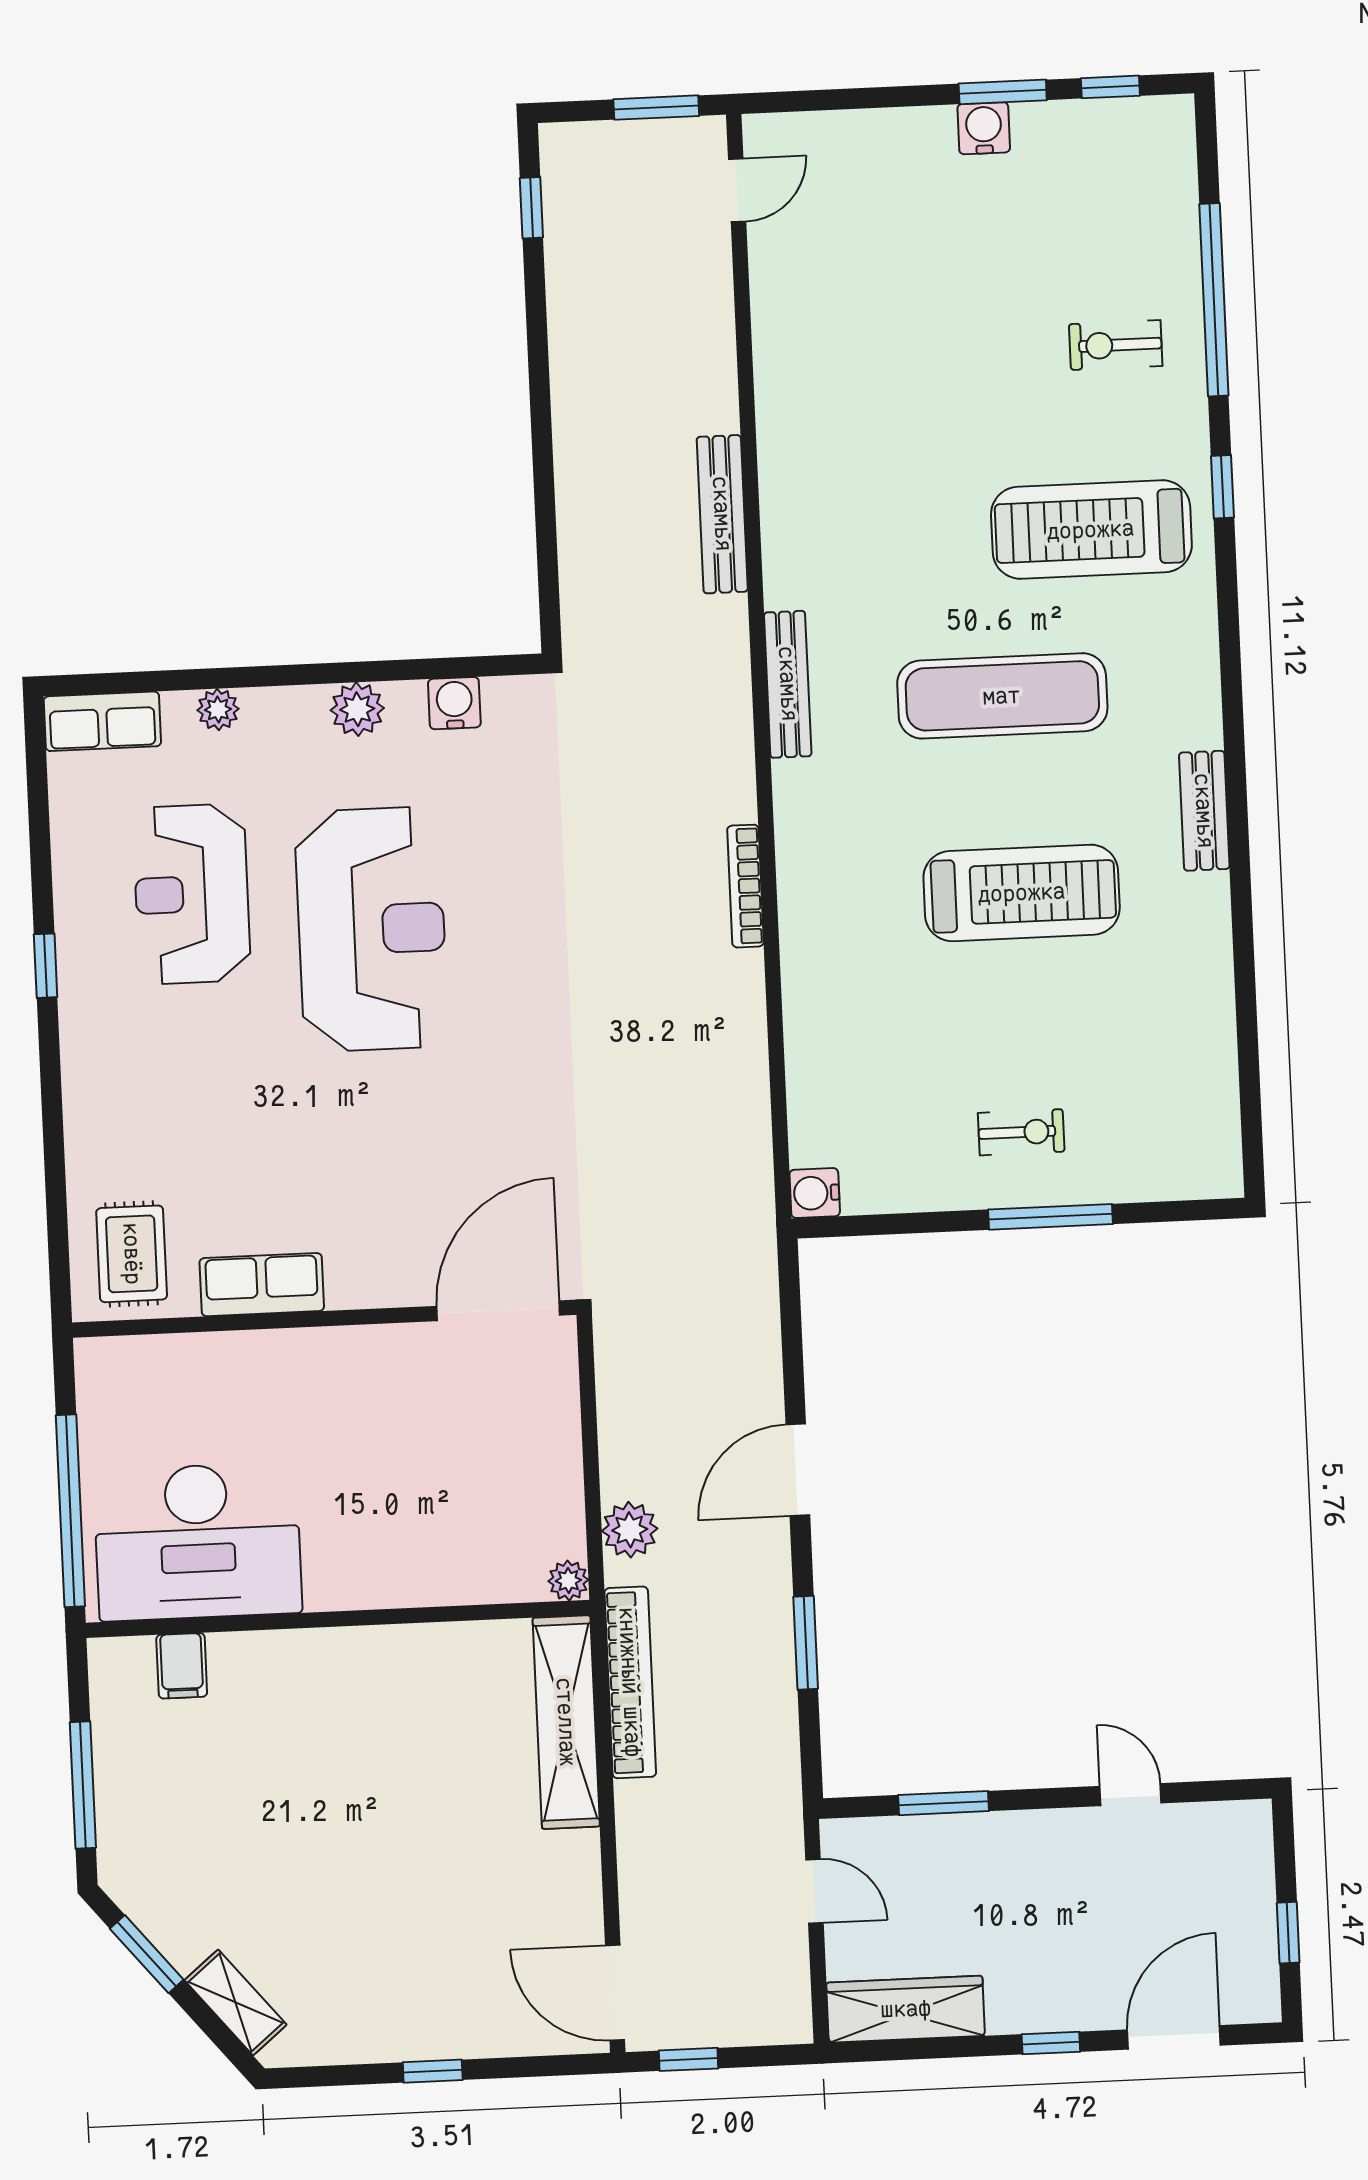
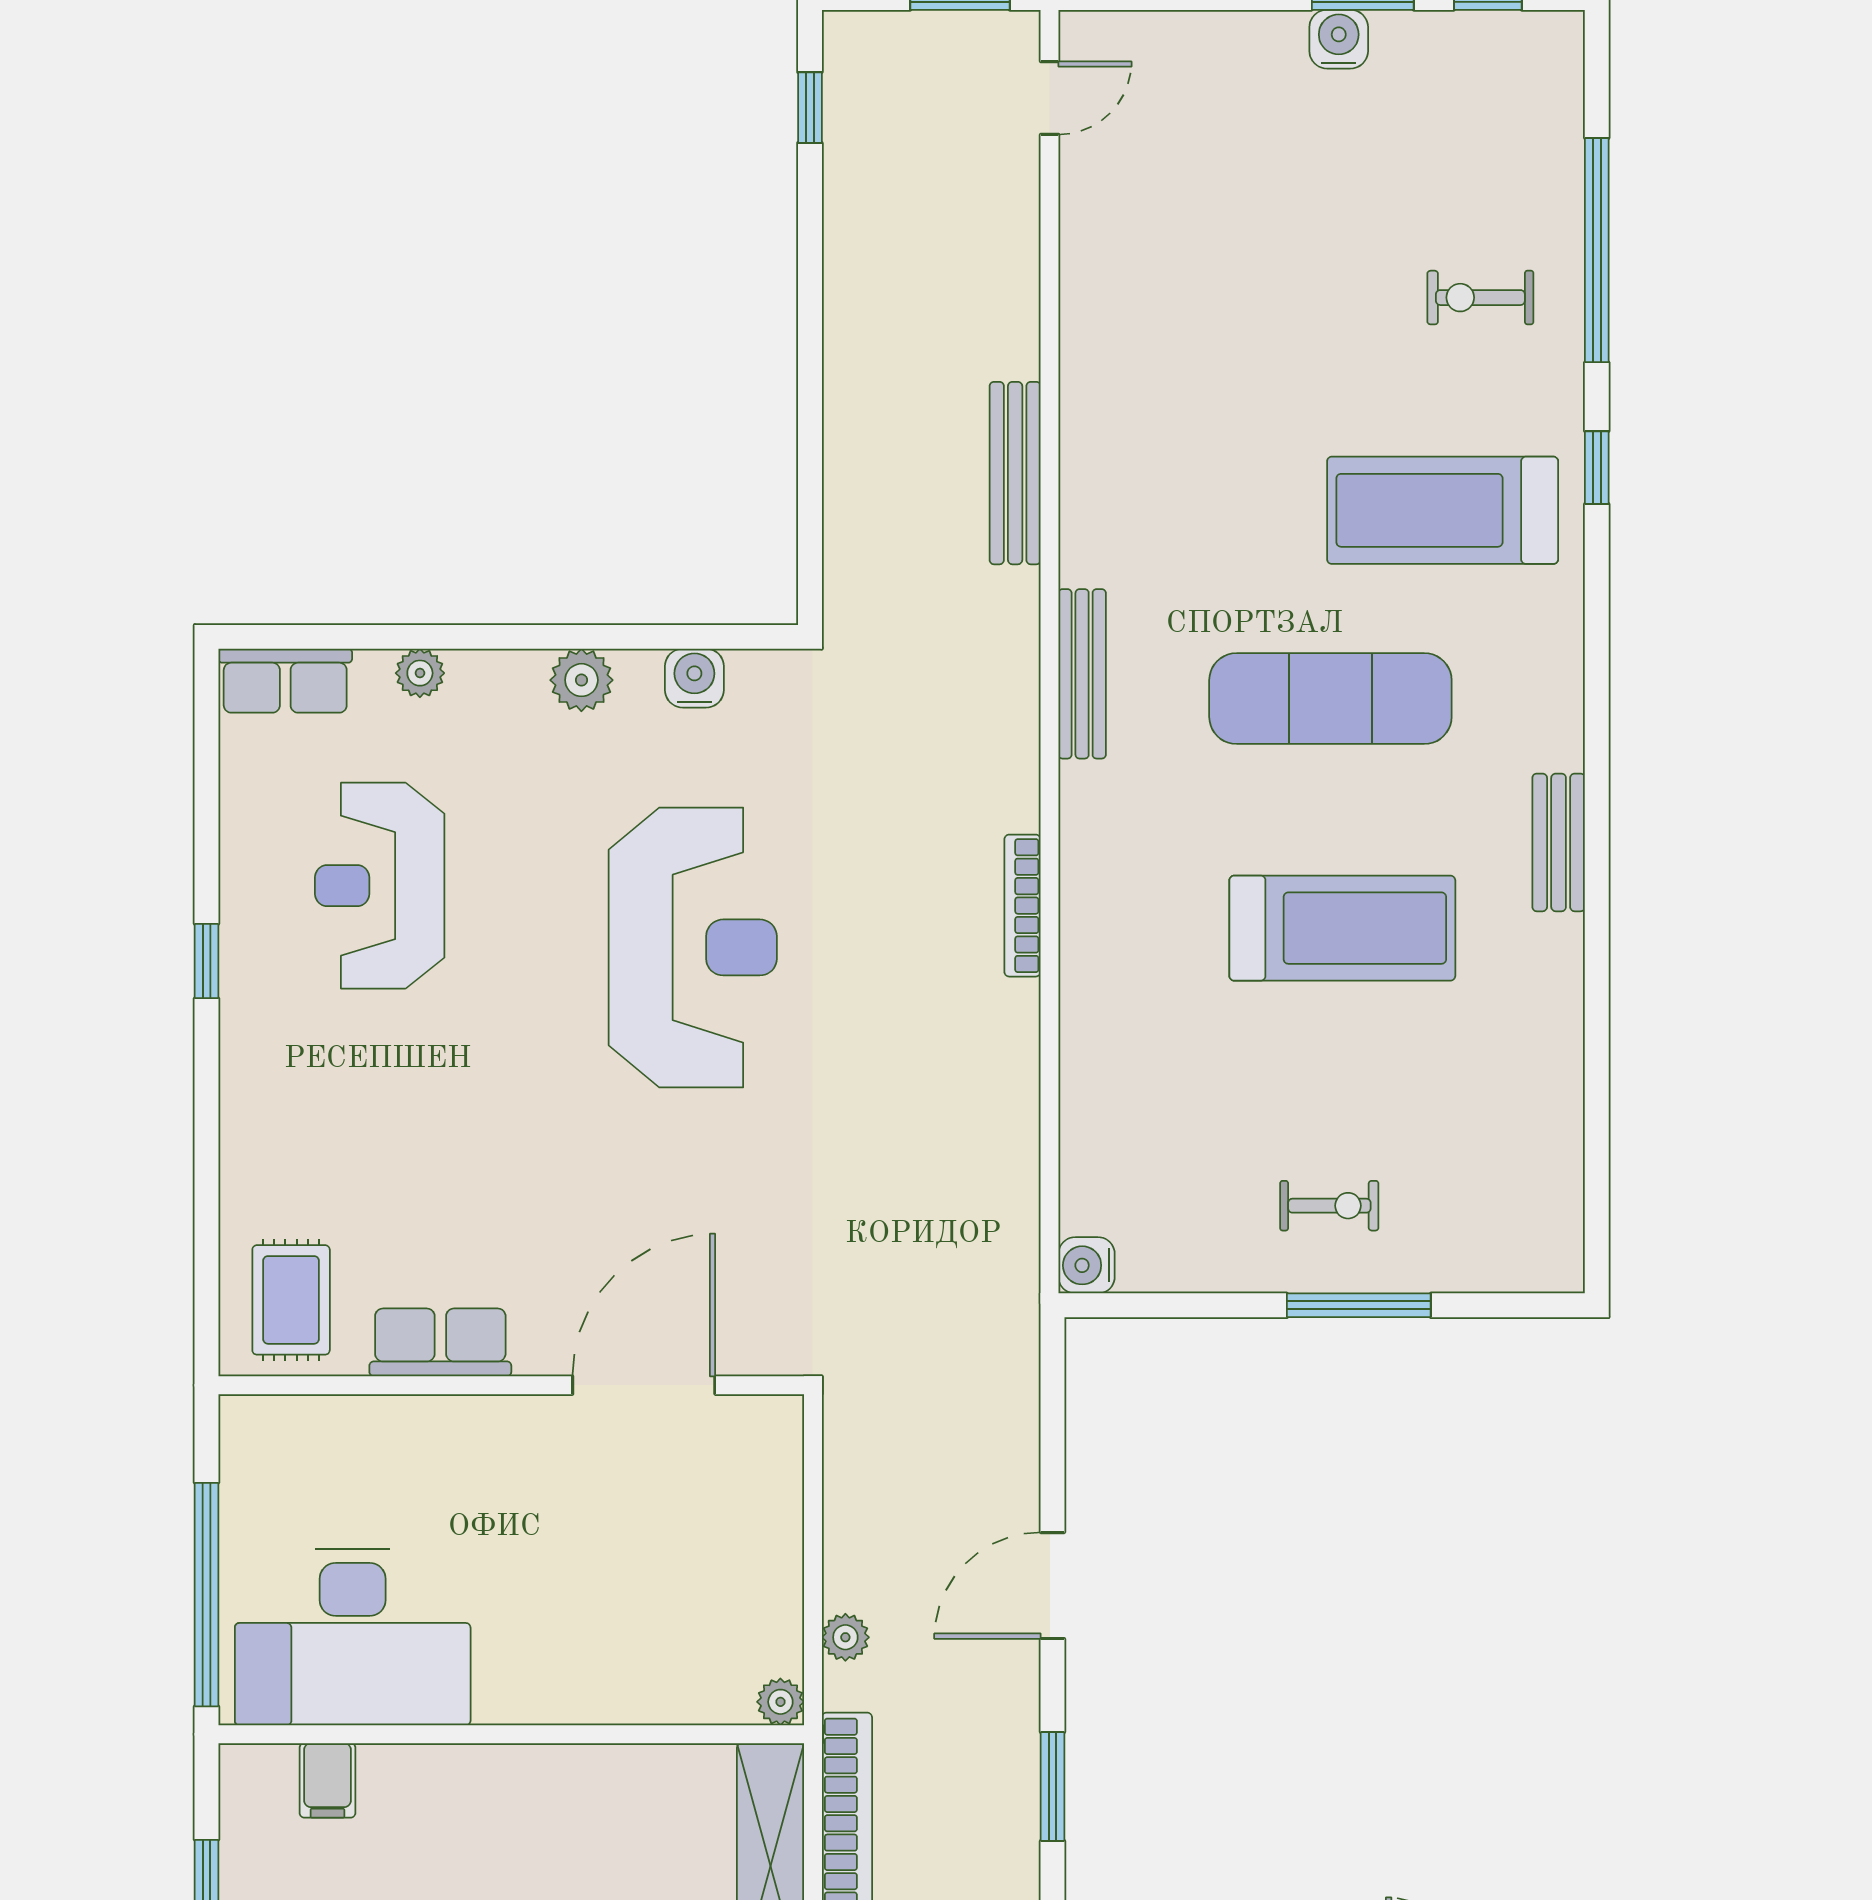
reception desk: (372, 929) -> (693, 947), moved
door: (498, 1311) -> (644, 1385), moved
plant: (630, 1530) -> (845, 1637), width x0.73, depth x0.73

